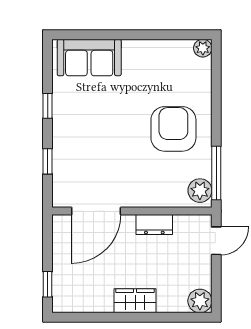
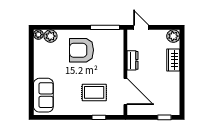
window: (48, 106) -> (69, 117), removed
rug: (94, 153) -> (94, 92), added
plant: (200, 191) -> (51, 36), moved
wardrobe: (135, 301) -> (173, 60), moved

